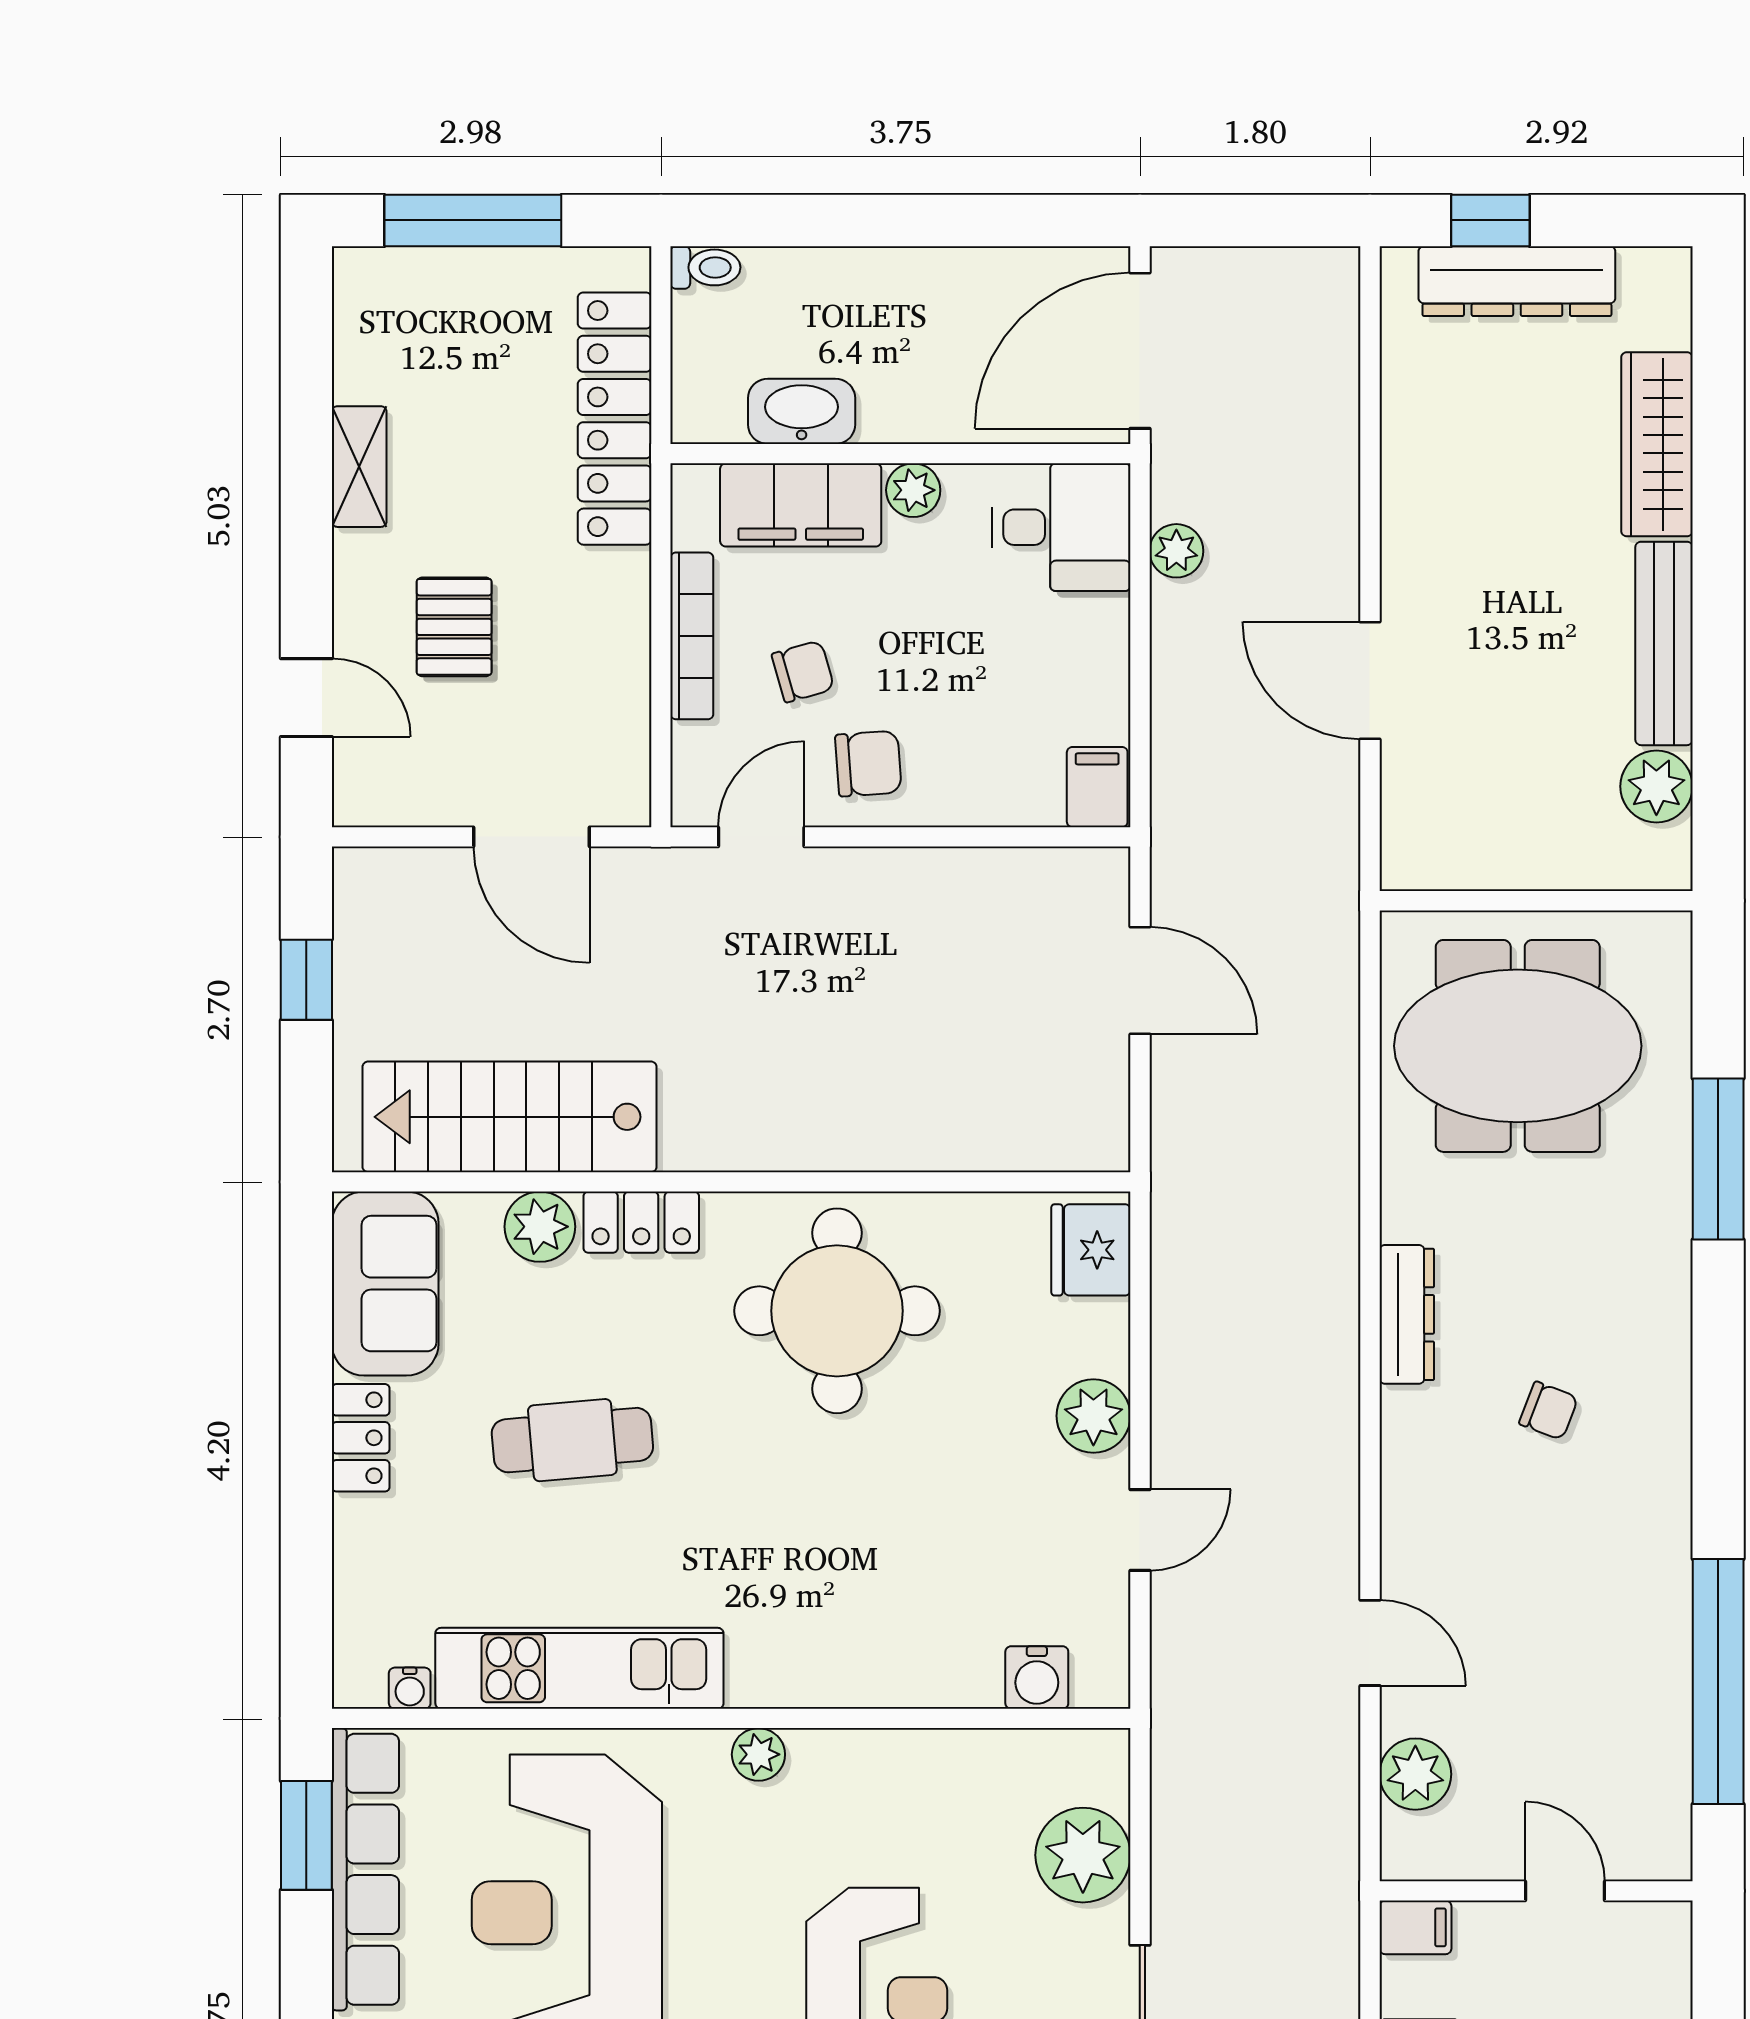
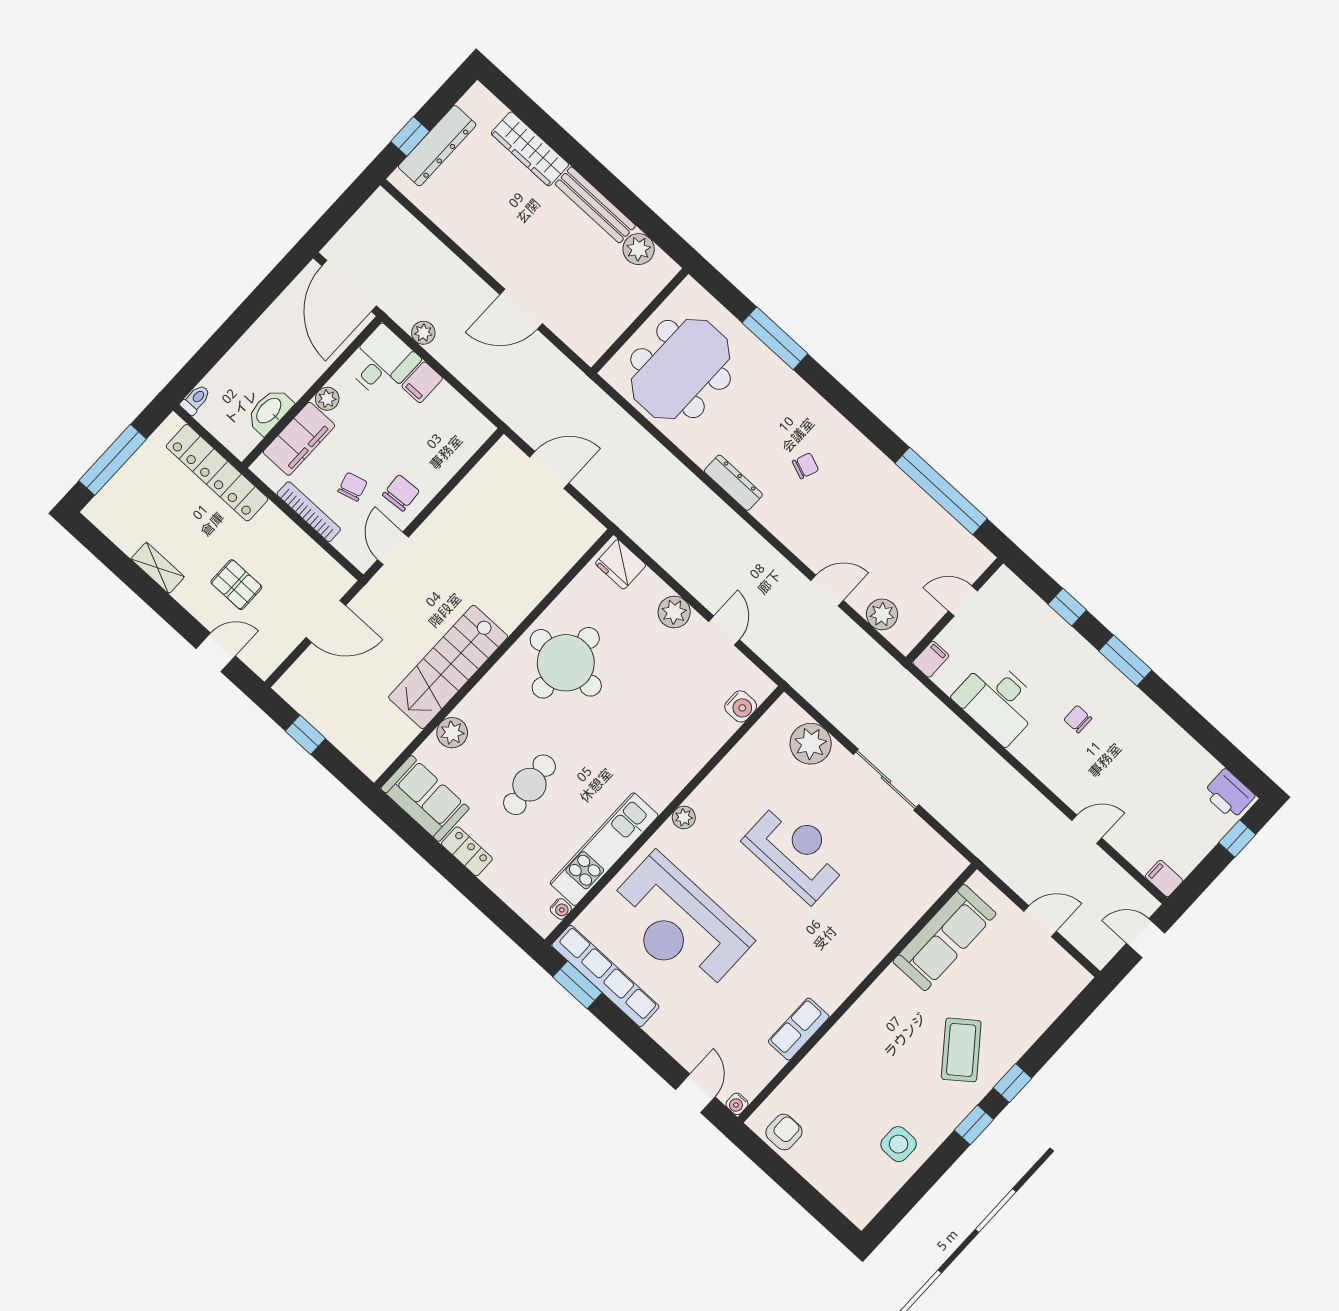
filing cabinet: (1097, 787) -> (422, 382), moved, turned -90
stairs: (510, 1117) -> (448, 667), moved
locker: (641, 1222) -> (480, 699), removed

